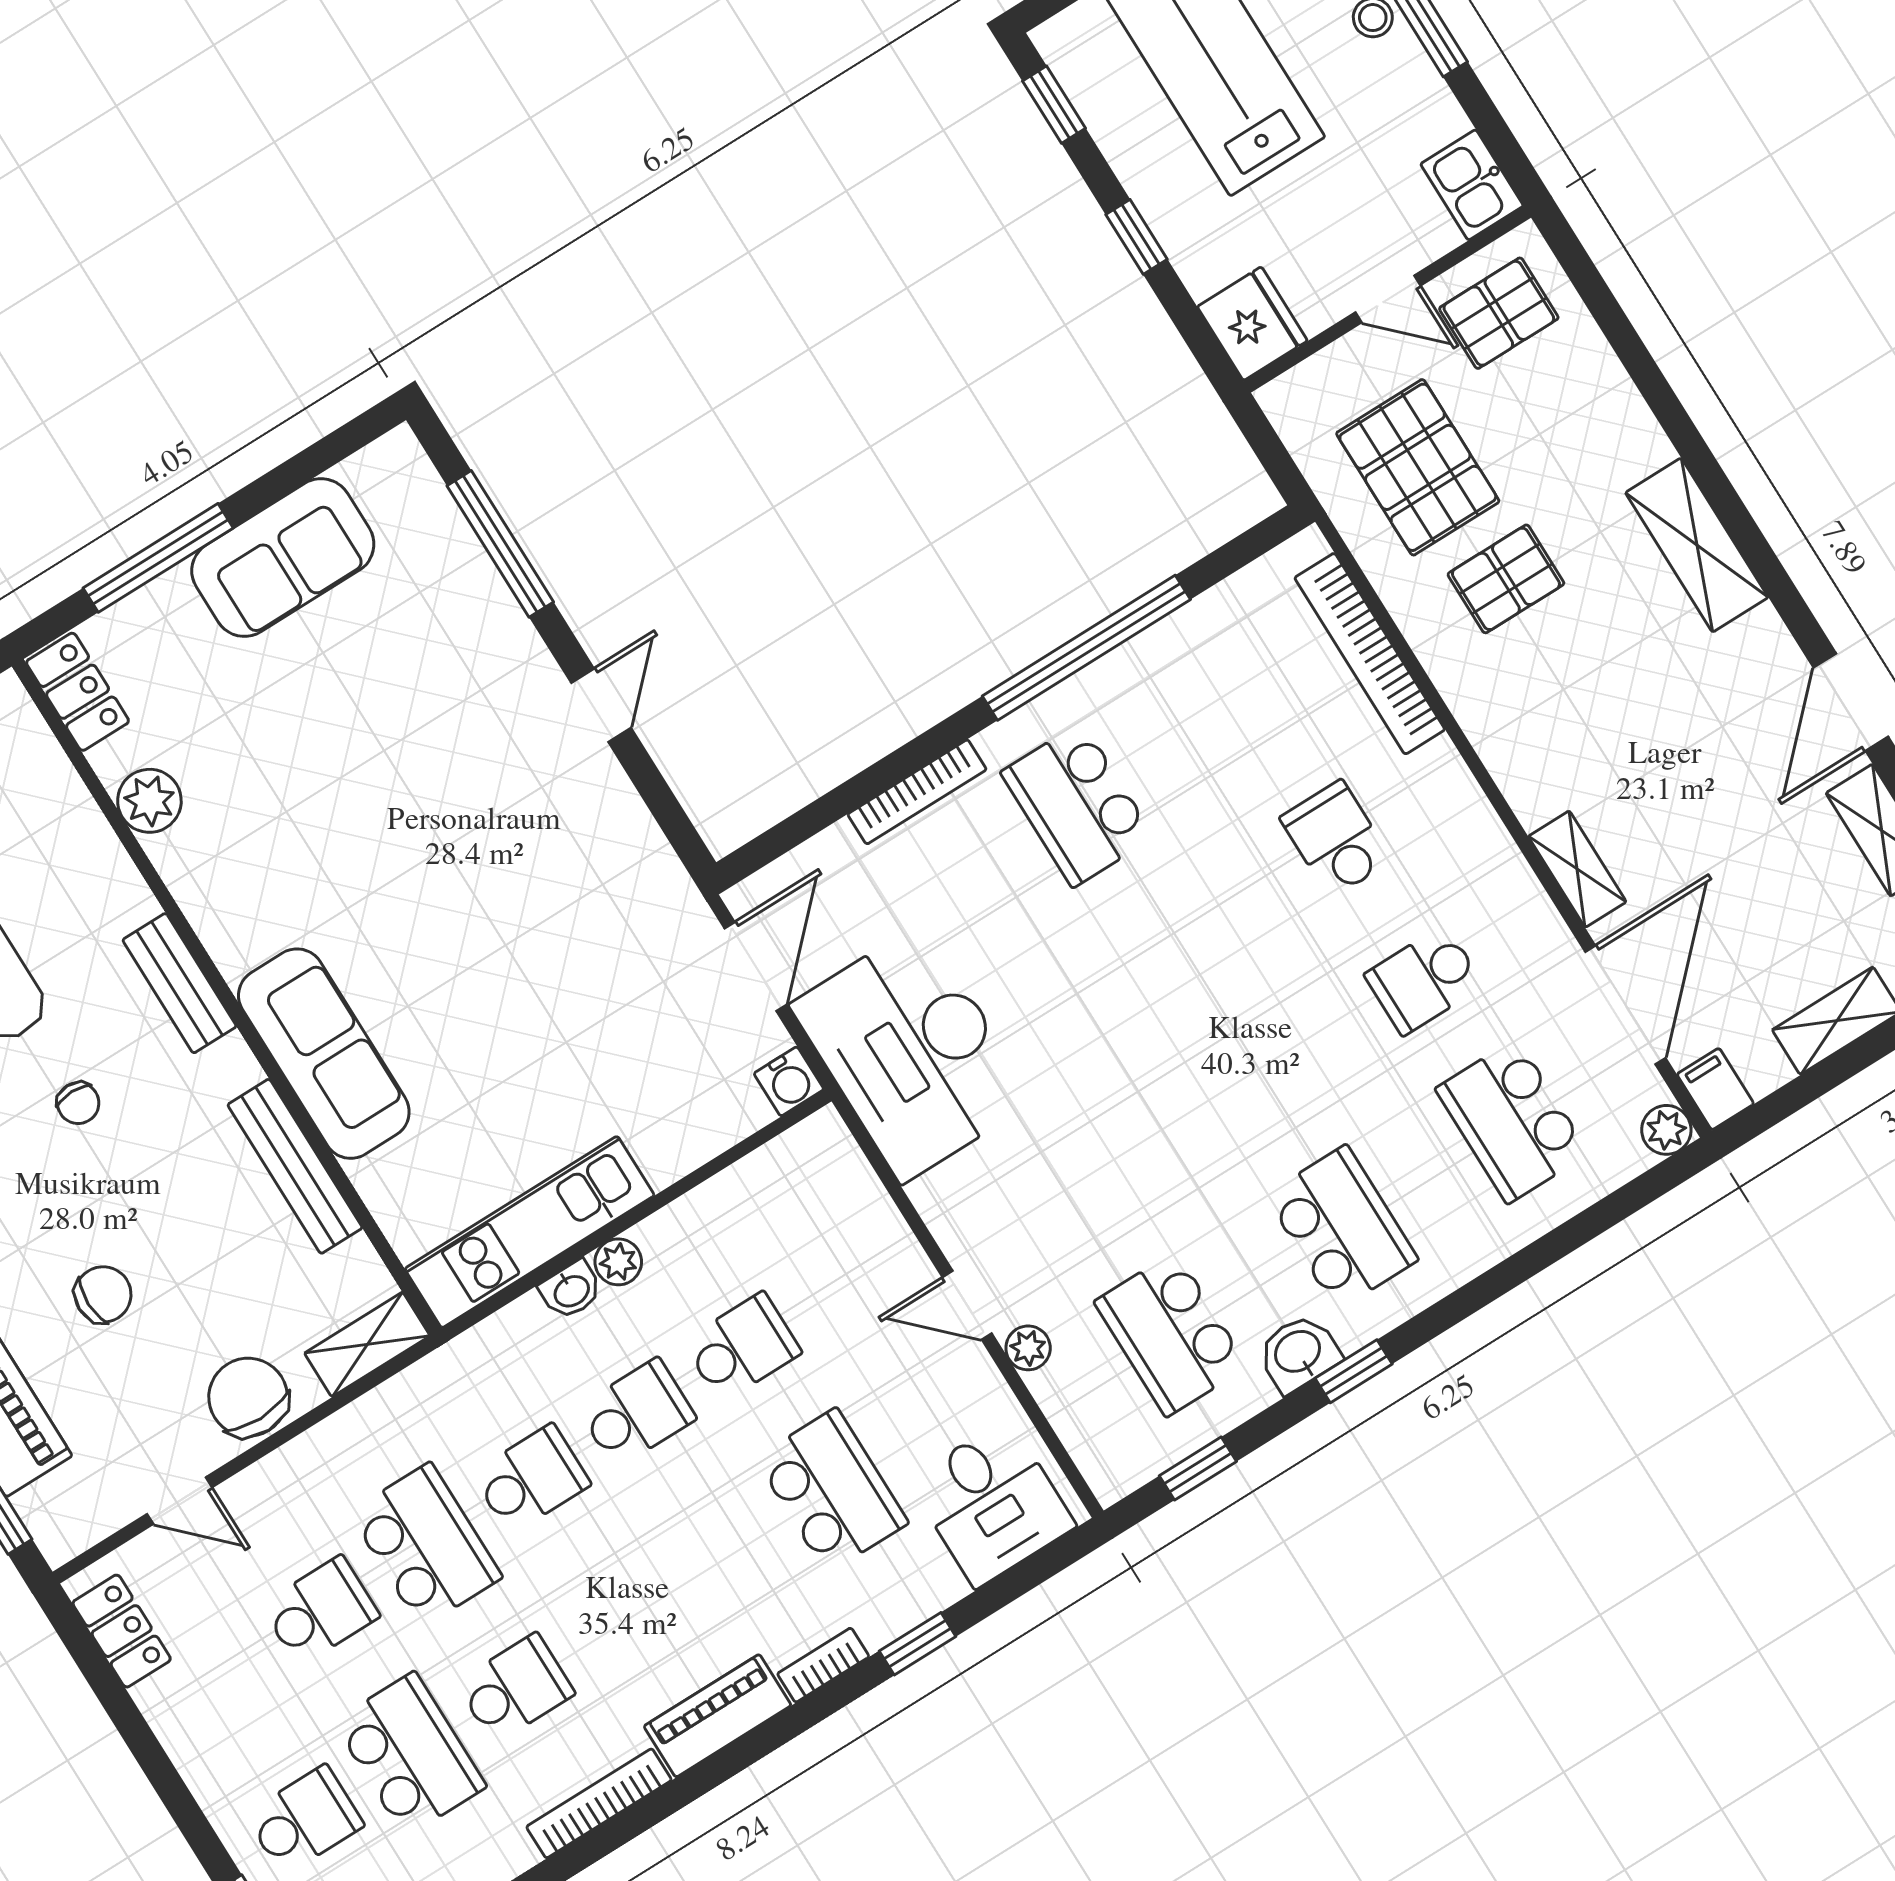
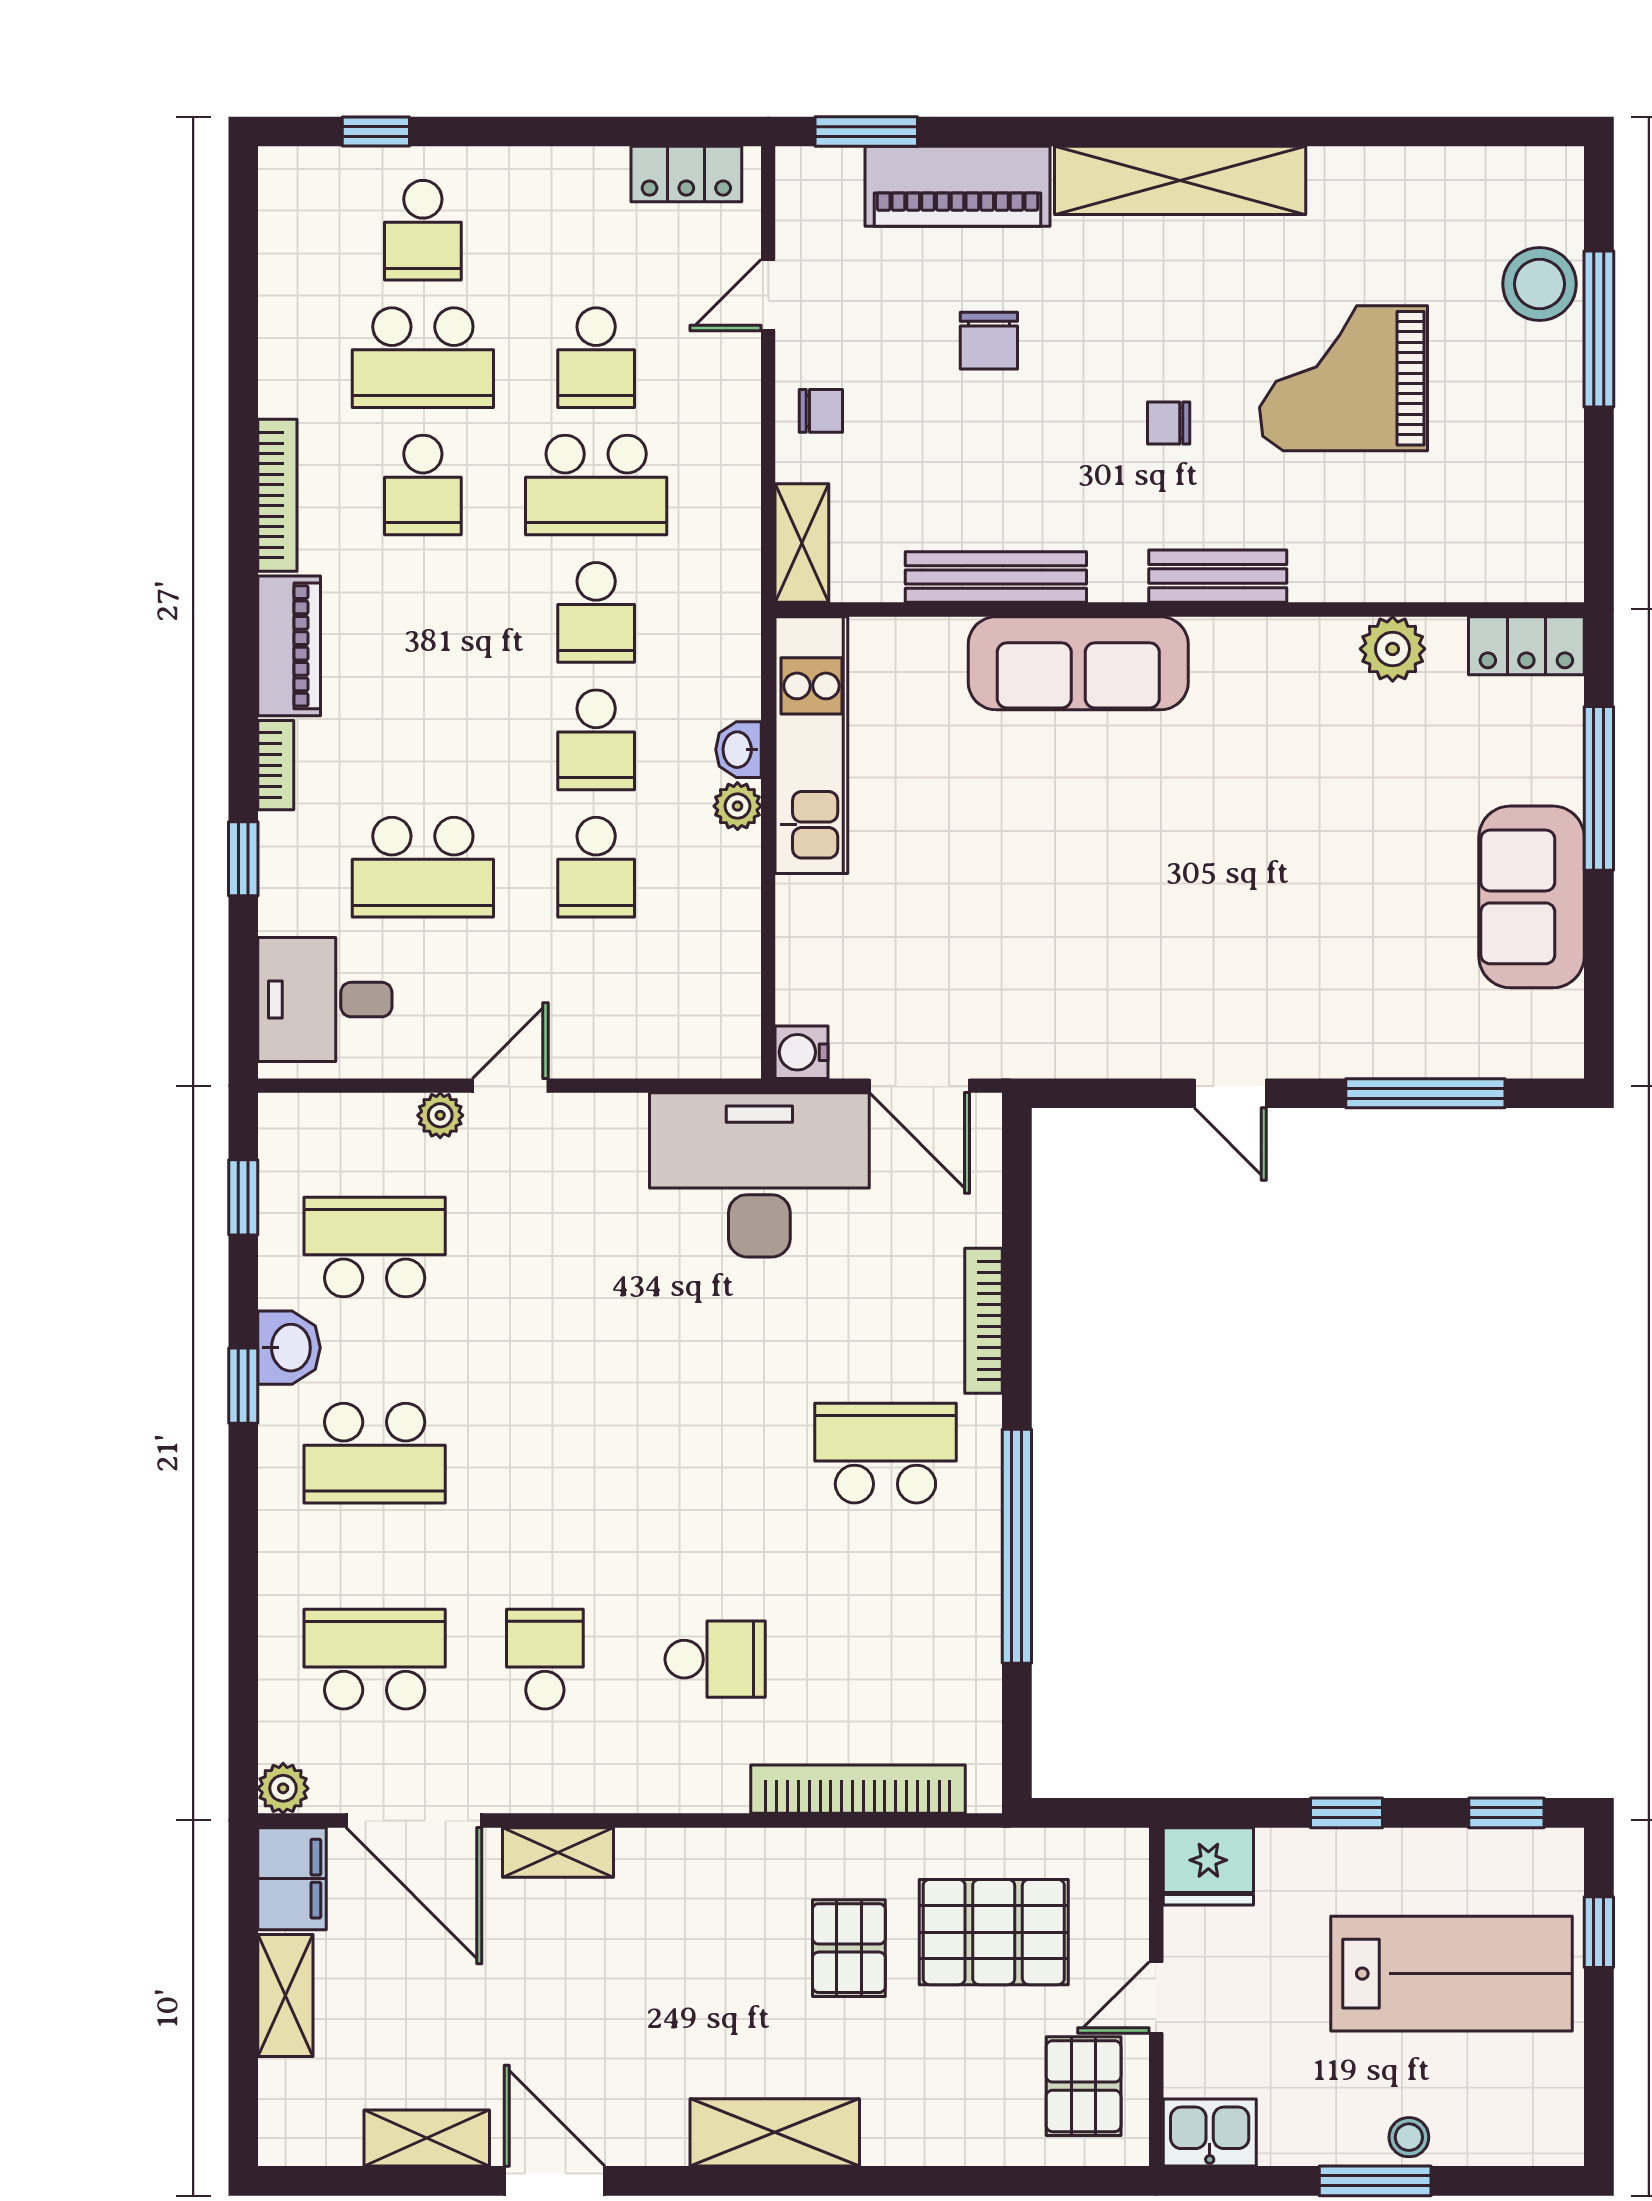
filing cabinet: (1715, 1089) -> (292, 1879), width x2.00
chair: (248, 1397) -> (821, 411), width x0.54, depth x0.54

